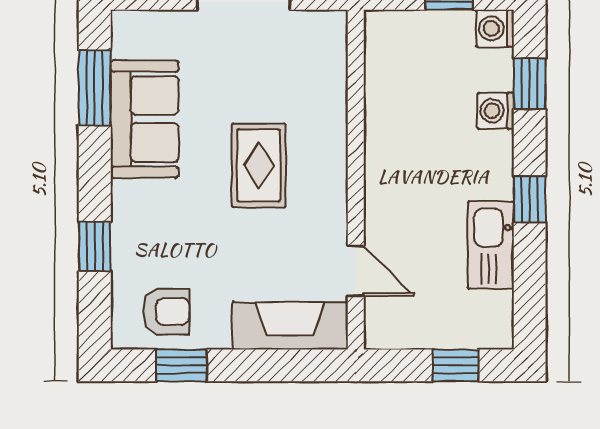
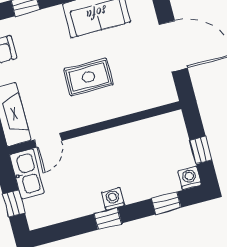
washing machine: (496, 111) -> (113, 199), moved
kitchen sink: (491, 245) -> (27, 174), moved, turned 90

